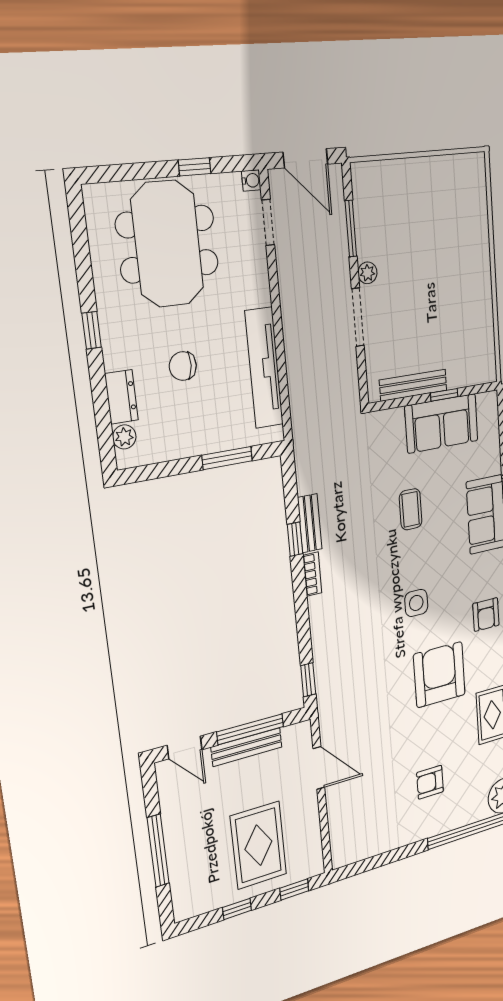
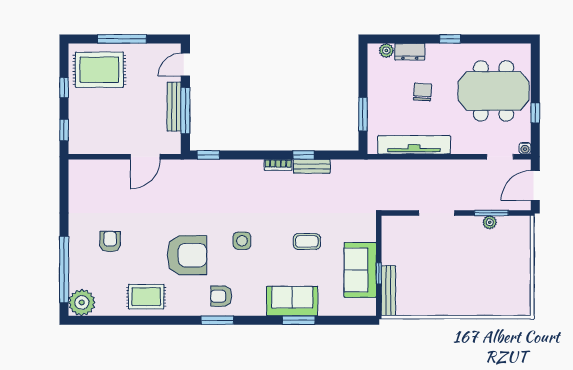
plant: (367, 273) -> (490, 222), moved
bench: (413, 385) -> (388, 291), moved
rug: (258, 845) -> (99, 70), moved

